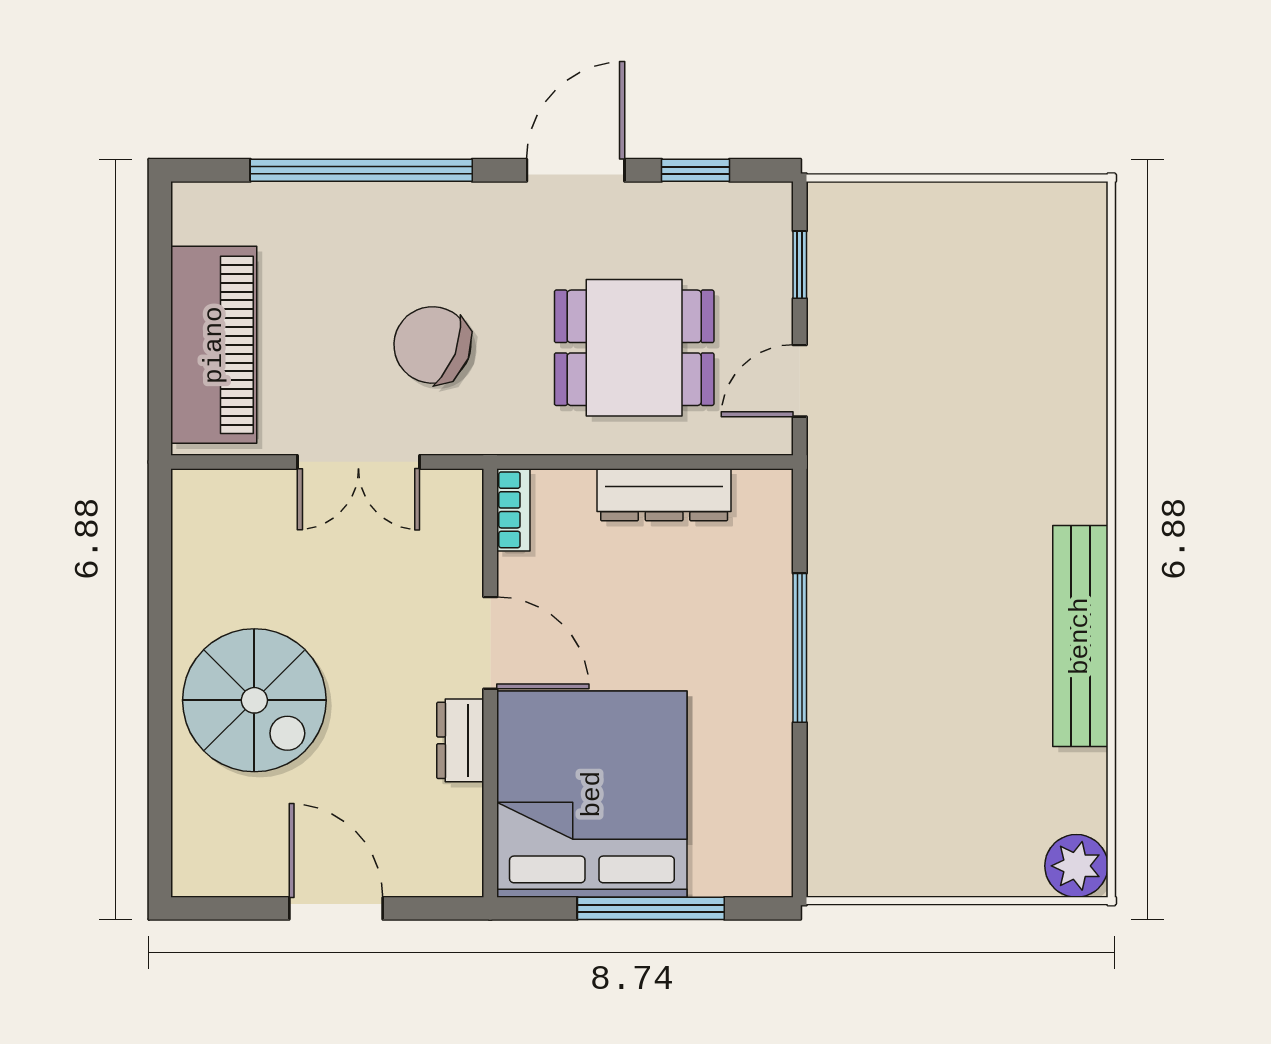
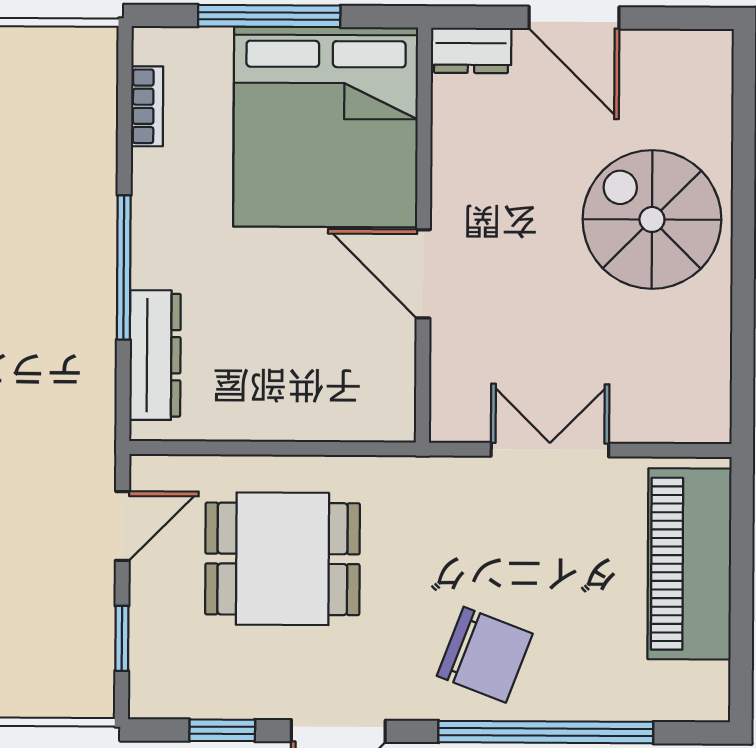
chair: (432, 345) -> (485, 655), moved
dresser: (664, 495) -> (155, 355), moved, turned 90
bookcase: (513, 510) -> (147, 106), moved, turned 180
dresser: (460, 740) -> (471, 50), moved, turned 90

